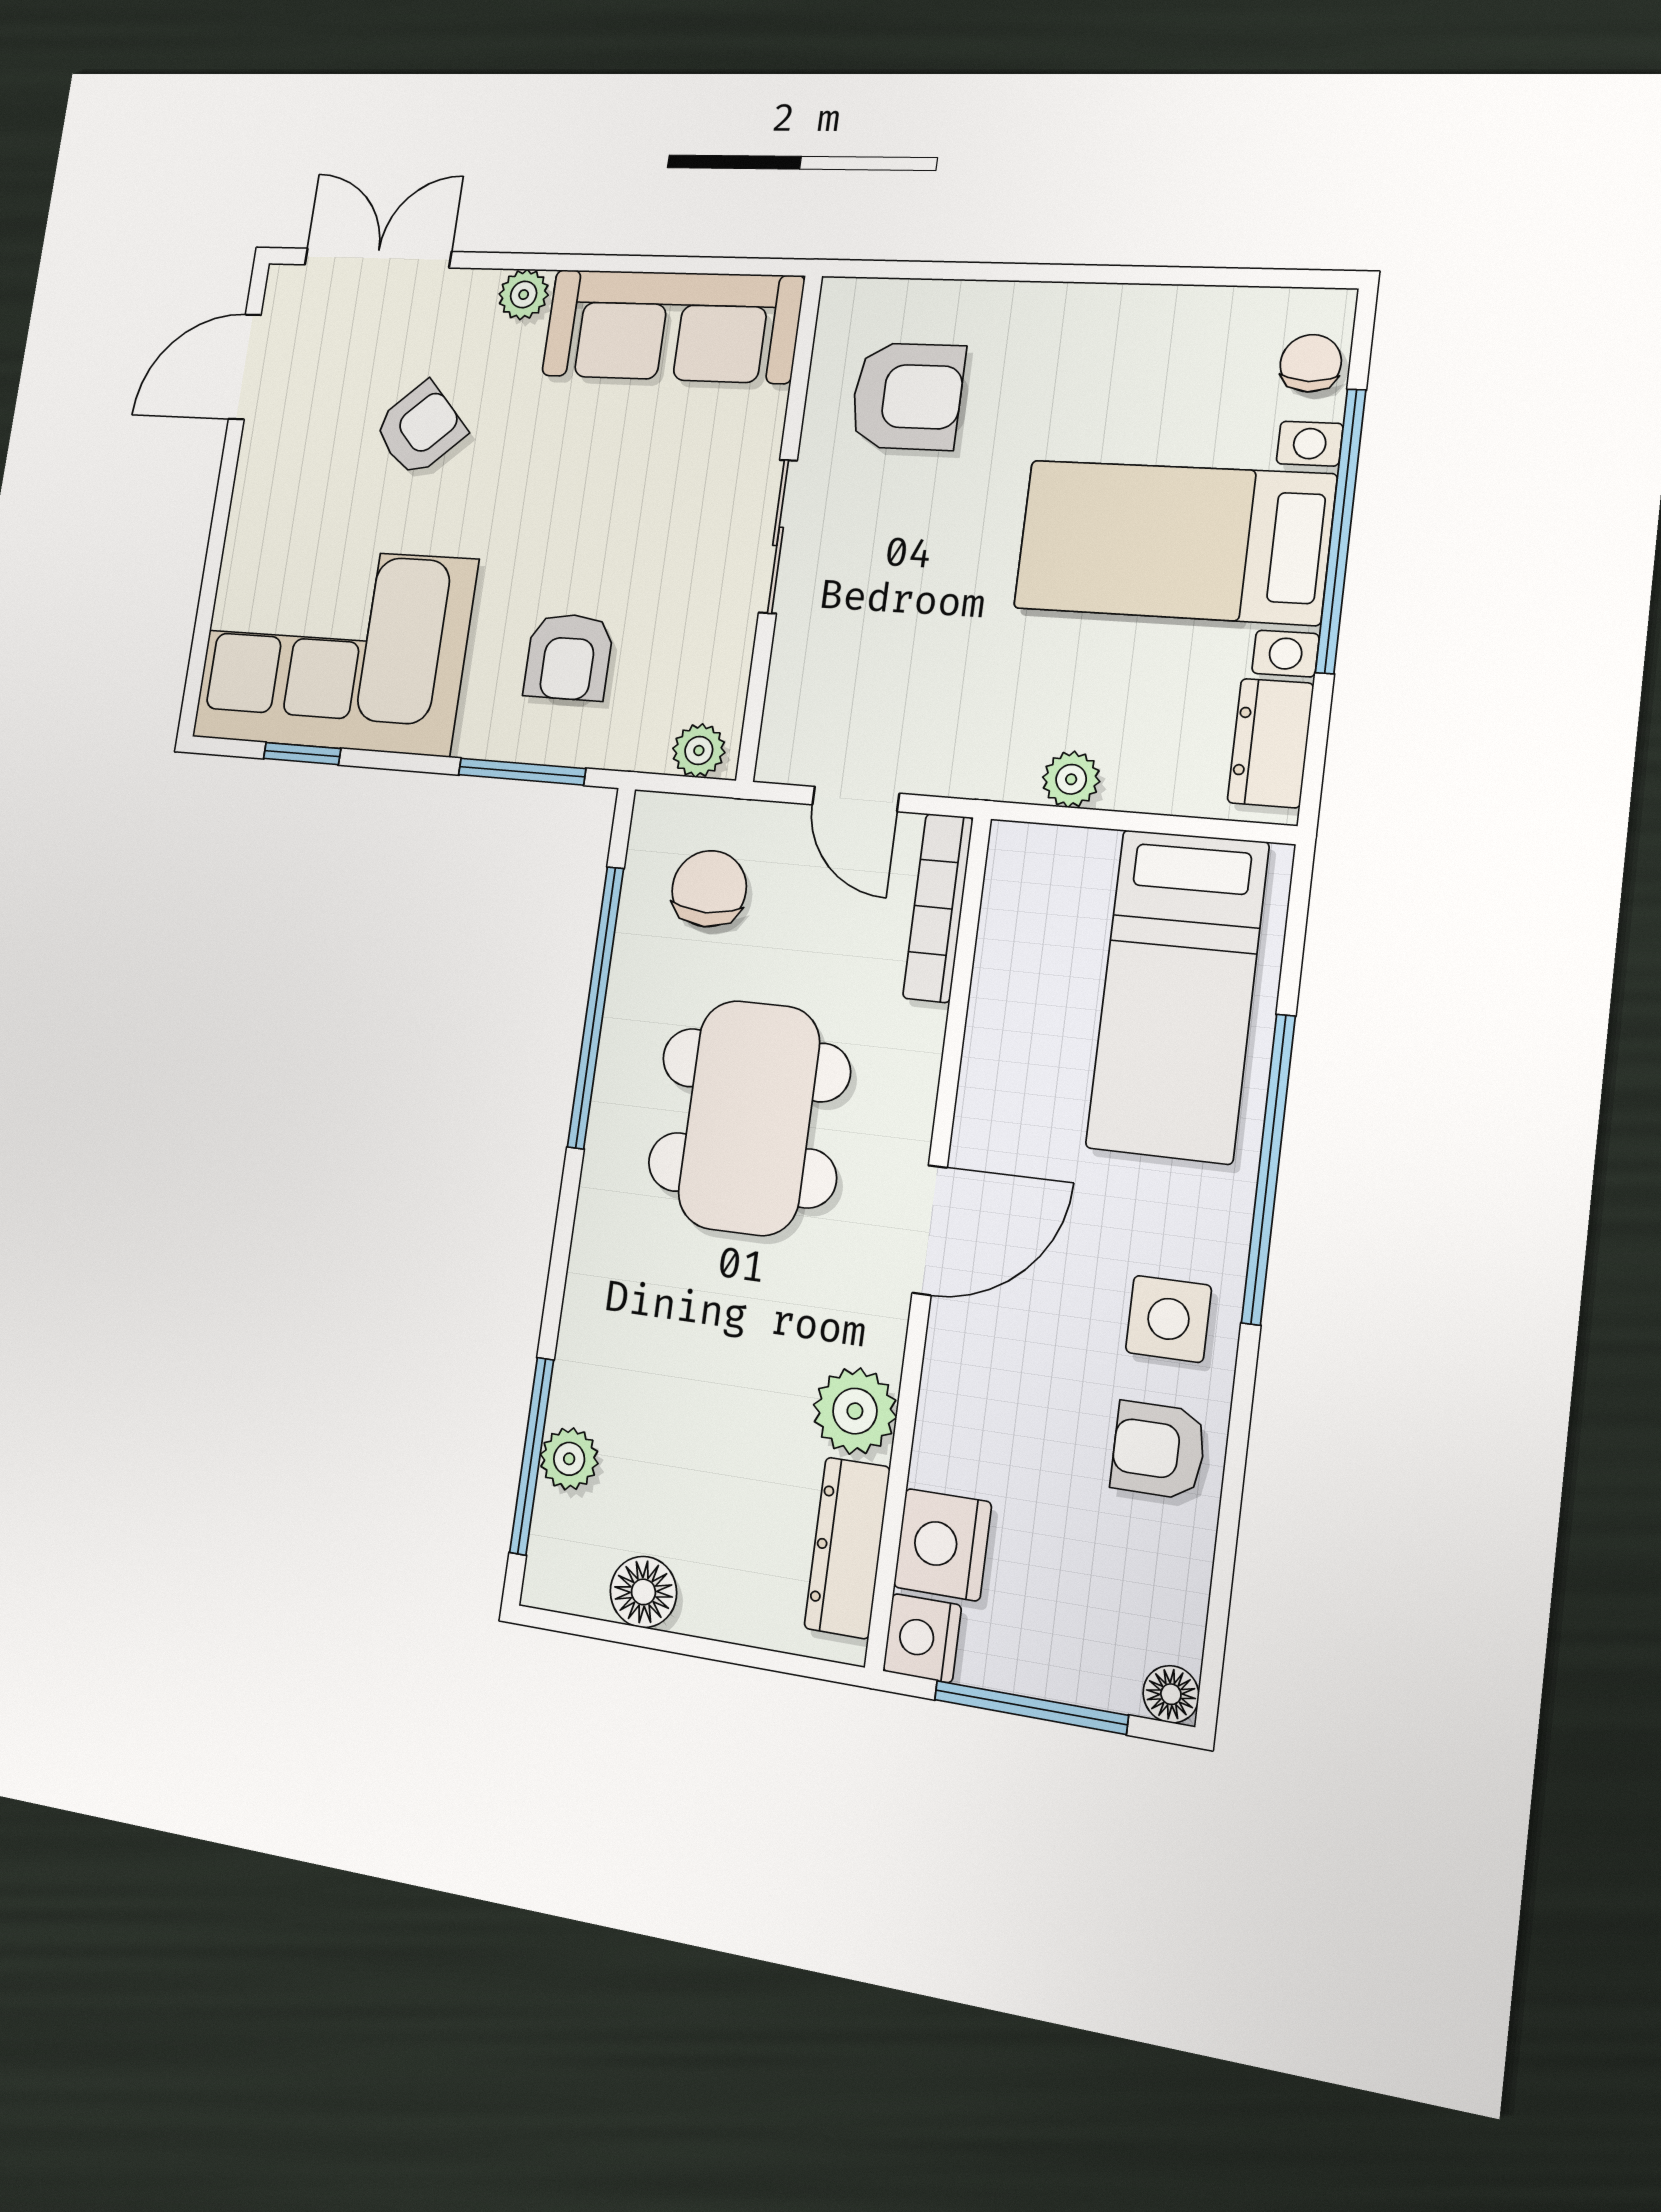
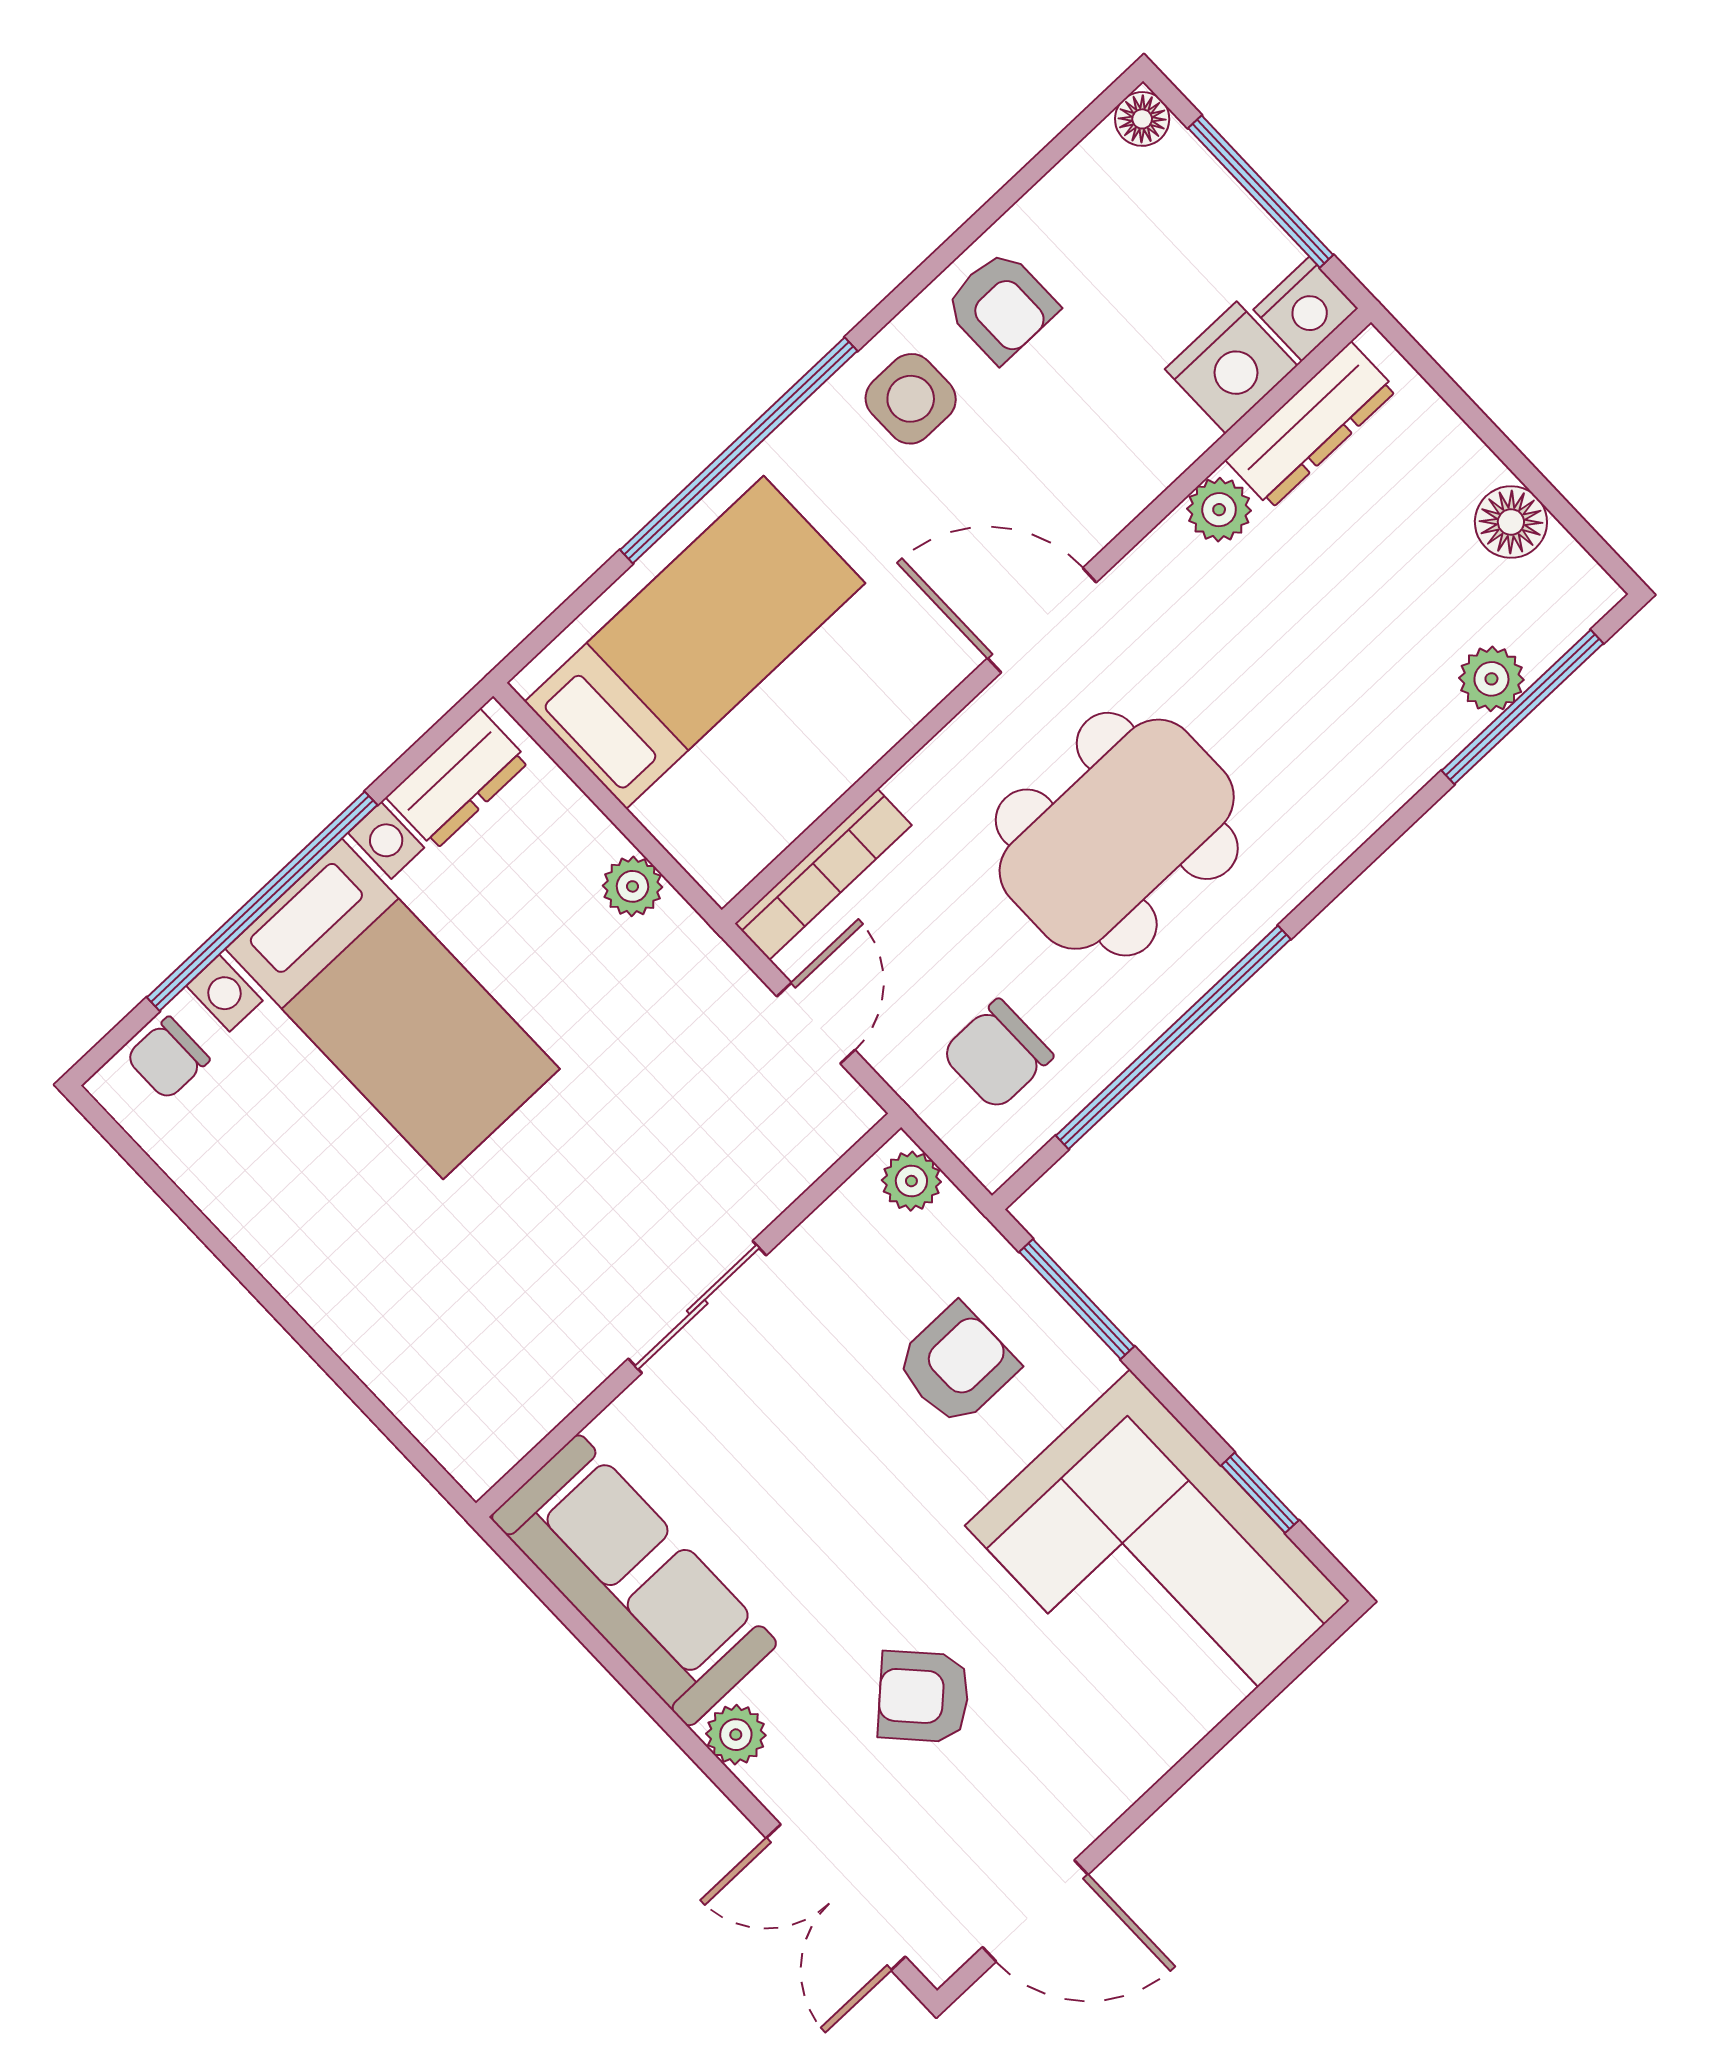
armchair: (907, 396) -> (495, 1330), removed
plant: (855, 1411) -> (1219, 510), width x0.73, depth x0.73

